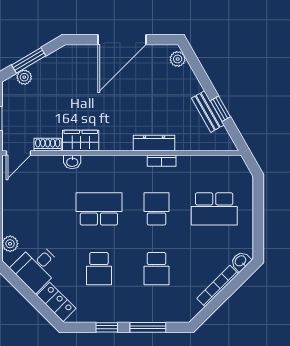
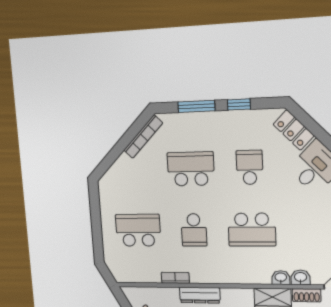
bookcase: (162, 161) -> (175, 278), moved
washbasin: (241, 261) -> (301, 277), moved, turned -135
school desk: (157, 269) -> (191, 169), width x1.85
bookcase: (218, 286) -> (143, 137), moved

